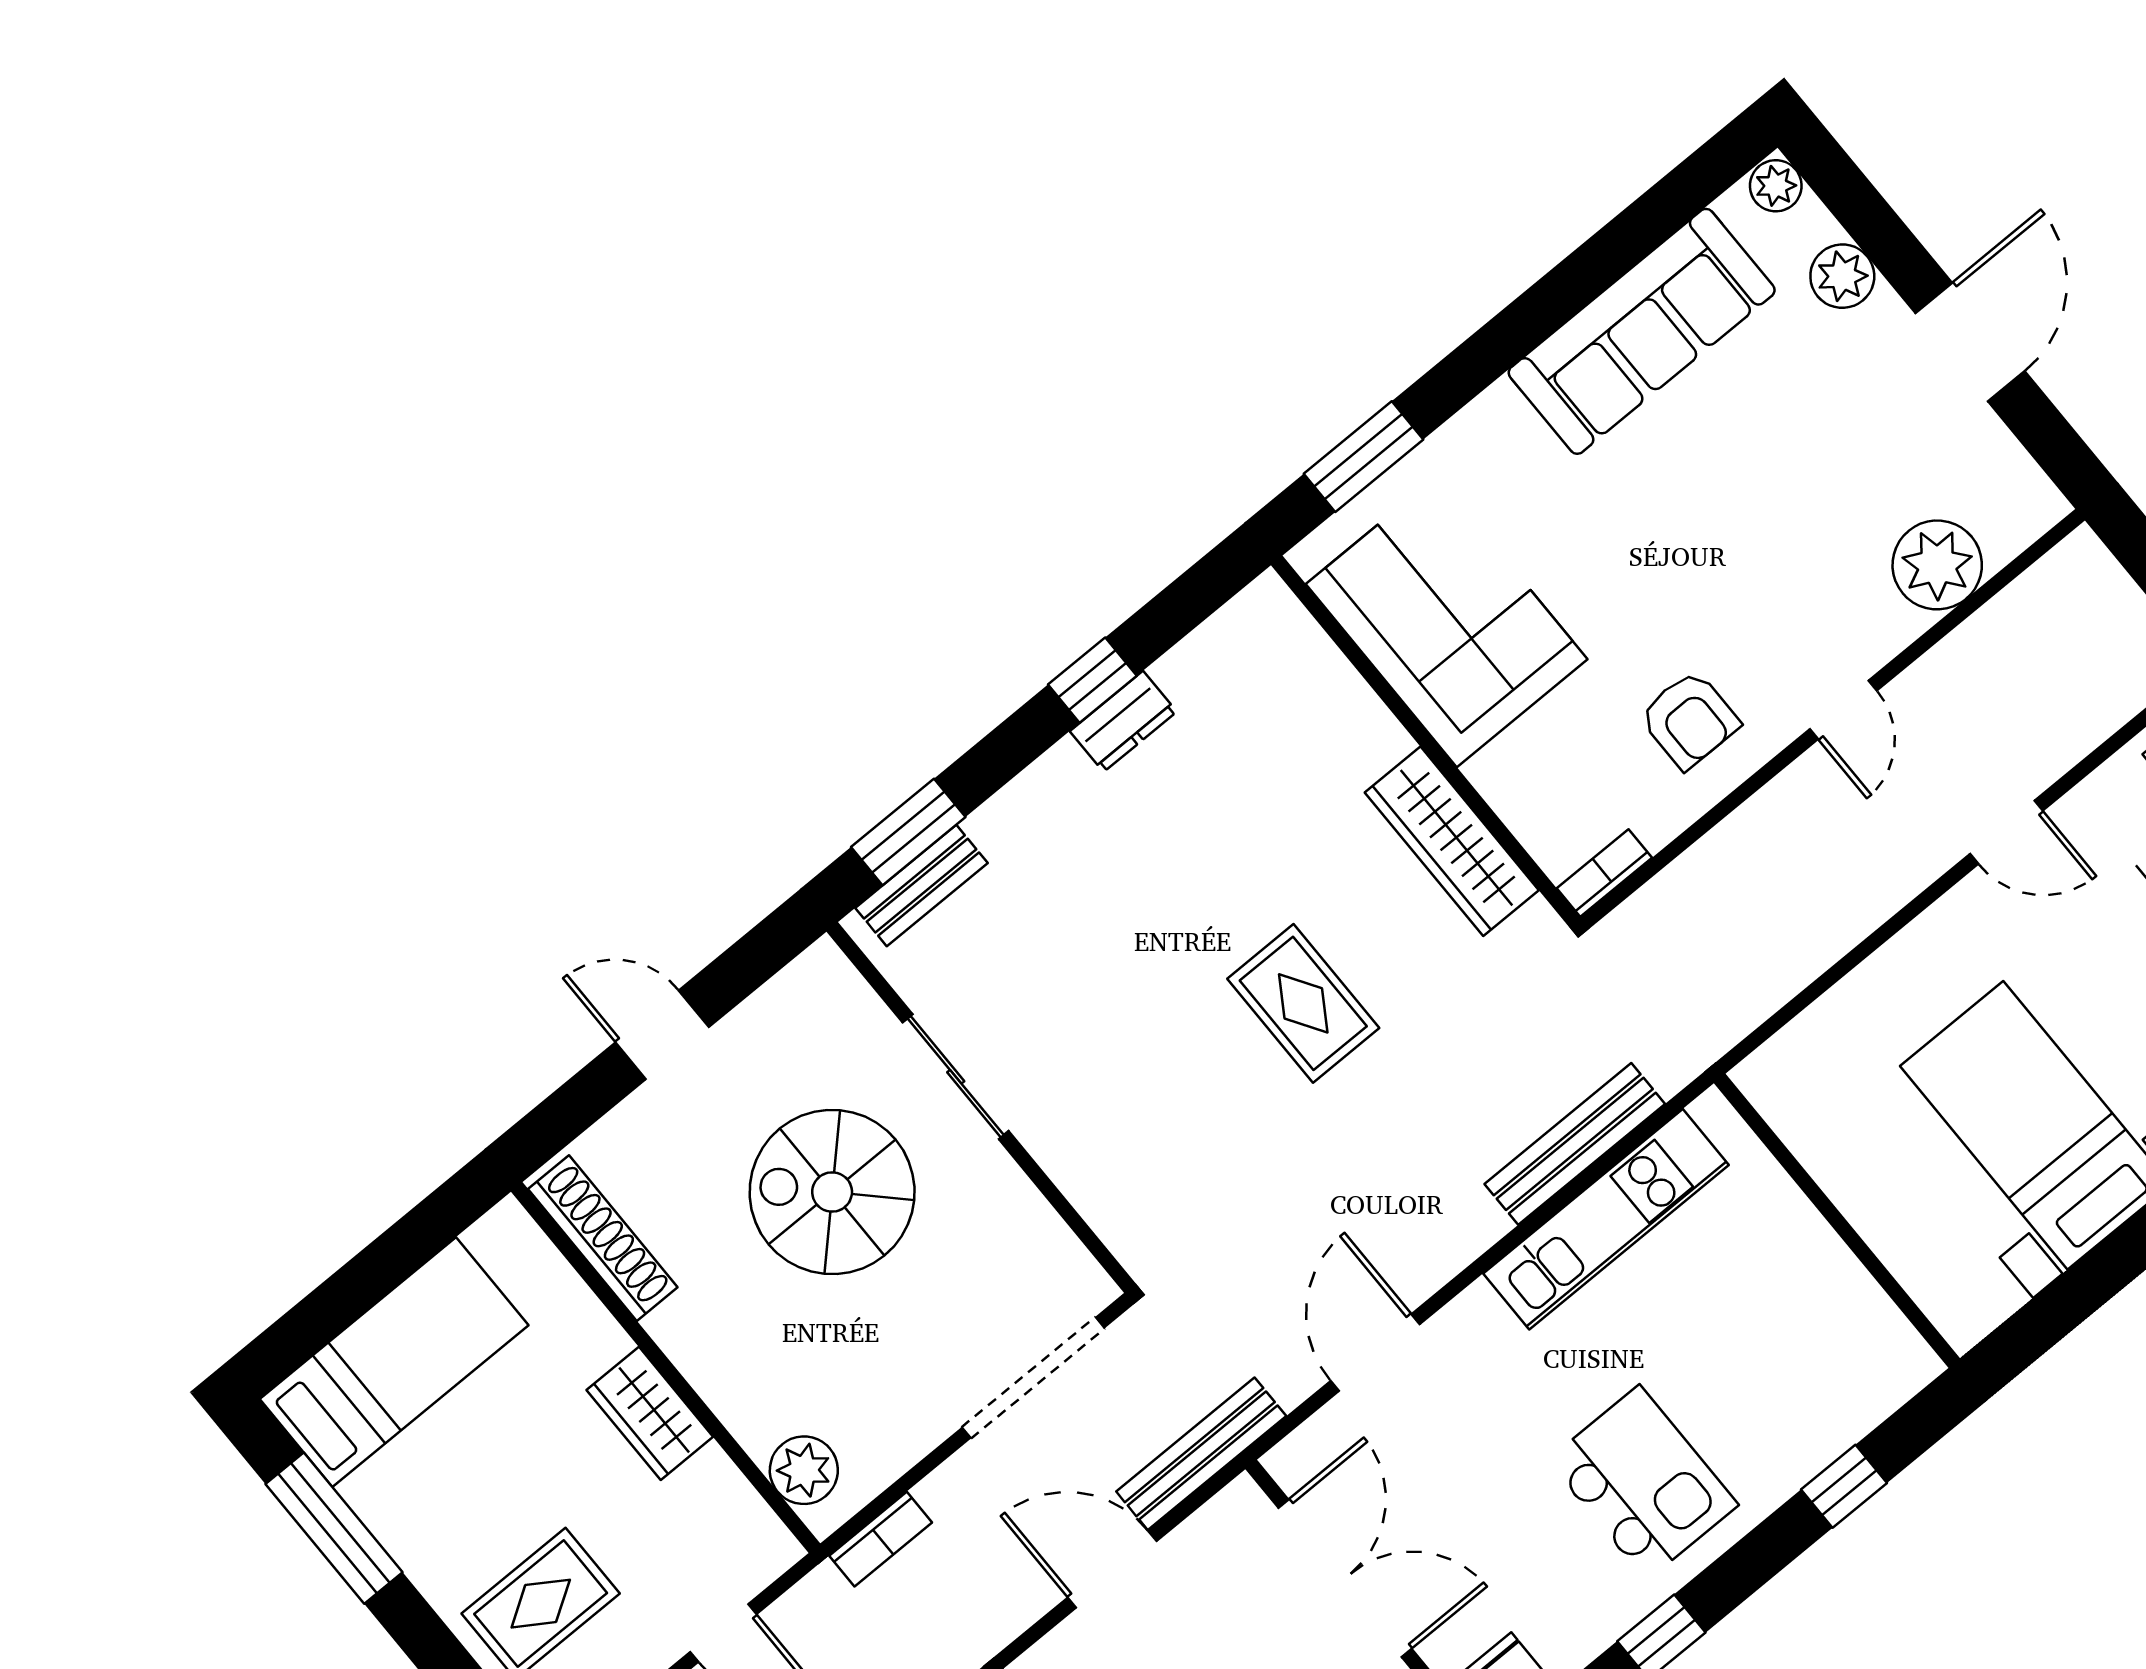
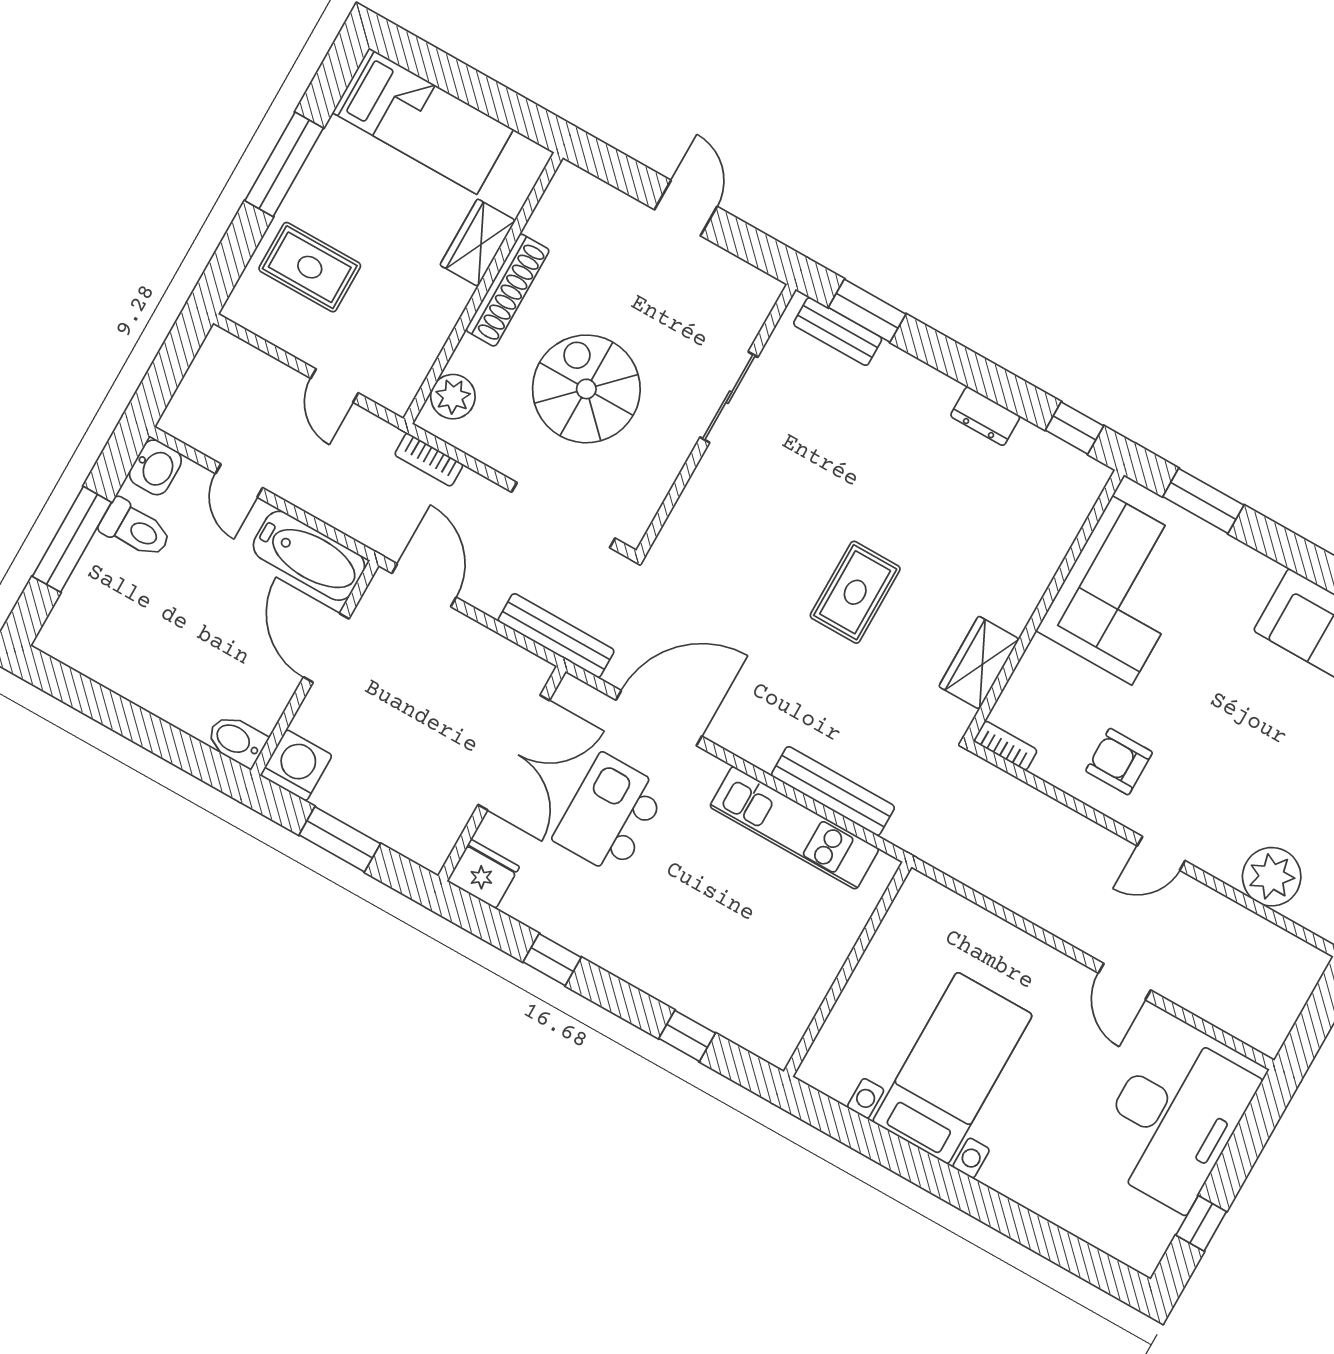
window: (1092, 680) -> (1074, 428), moved
armchair: (1689, 720) -> (1119, 762), turned 90
wardrobe: (1452, 841) -> (979, 663), width x0.67
spiral stairs: (832, 1192) -> (586, 389), moved
shoe rack: (603, 1238) -> (508, 290), moved
door: (1375, 1352) -> (659, 718), width x1.36
wardrobe: (650, 1413) -> (478, 243), moved
kitchen island: (1643, 1483) -> (610, 814), moved, turned 180
window: (334, 1528) -> (284, 164), moved
door: (1112, 1569) -> (424, 585), moved

